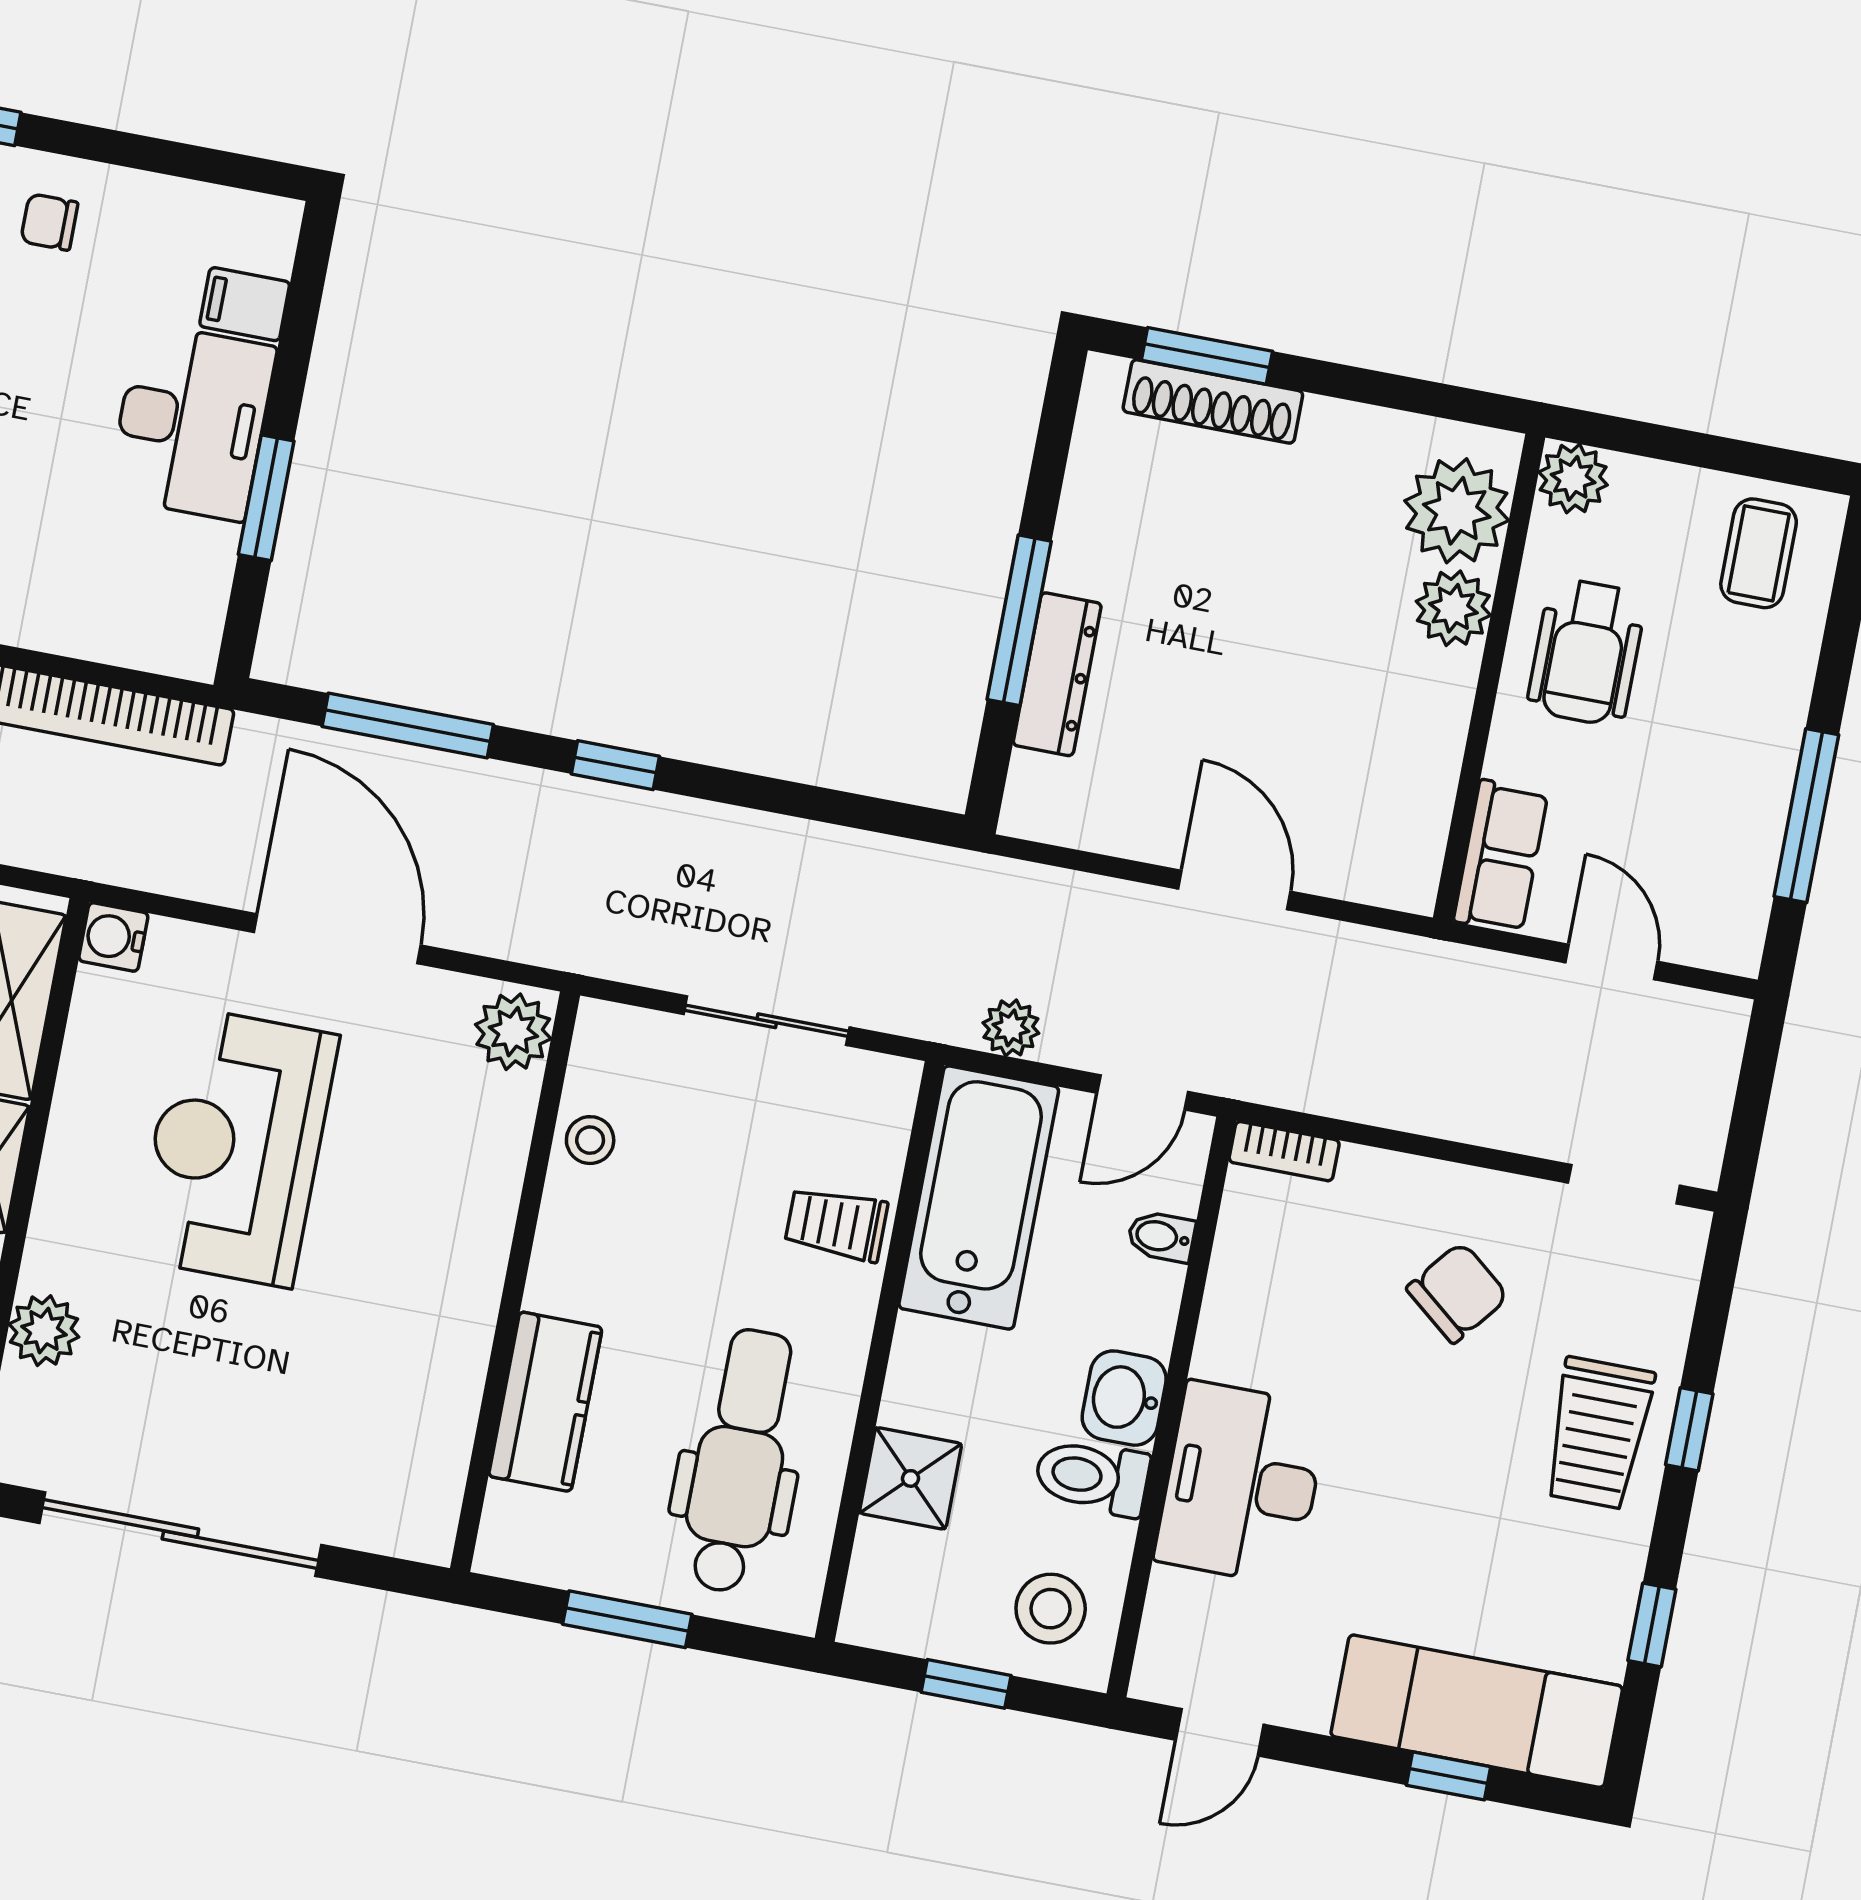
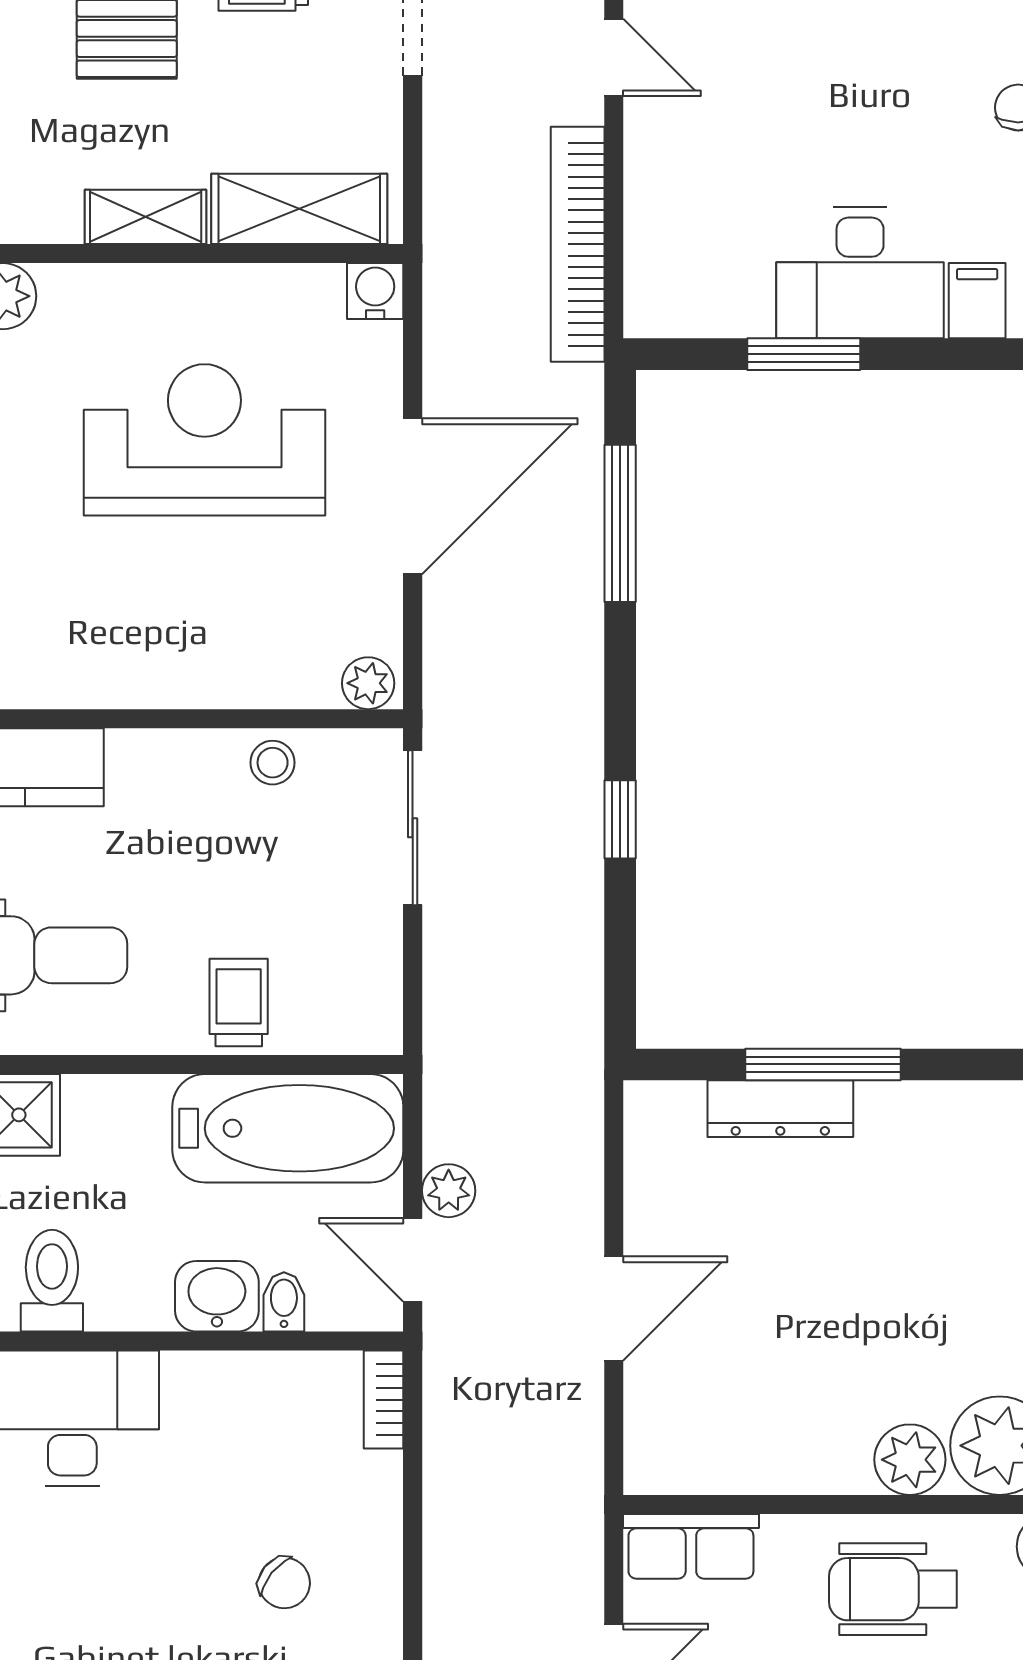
window: (615, 765) -> (620, 819), moved
sliding door: (767, 1021) -> (413, 828), moved
plant: (1011, 1028) -> (449, 1191), moved
plant: (513, 1032) -> (368, 683), width x0.73, depth x0.73
chair: (1457, 1293) -> (284, 1583), width x0.73, depth x0.73
washbasin: (1124, 1398) -> (217, 1296), moved

